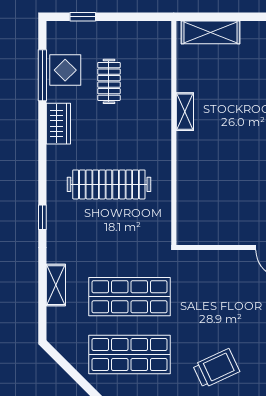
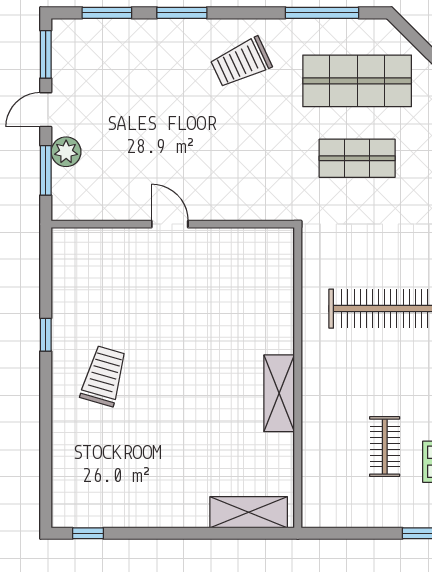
shelving: (185, 112) -> (279, 393), width x1.50, depth x1.33
shop shelf: (129, 297) -> (357, 158), width x0.70, depth x0.74

